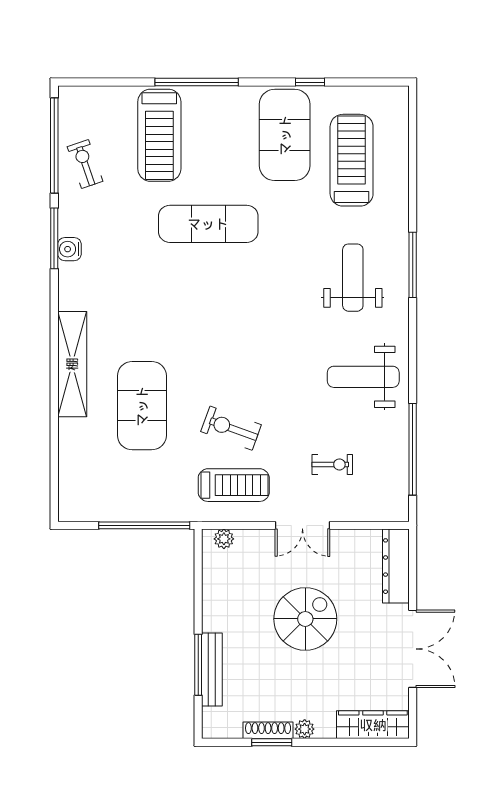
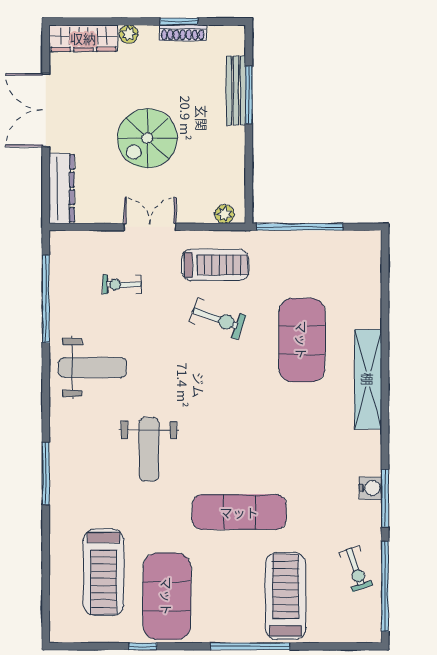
weight bench: (353, 278) -> (149, 449), moved
treadmill: (234, 485) -> (215, 265), turned 180
plant: (305, 729) -> (129, 34), moved

